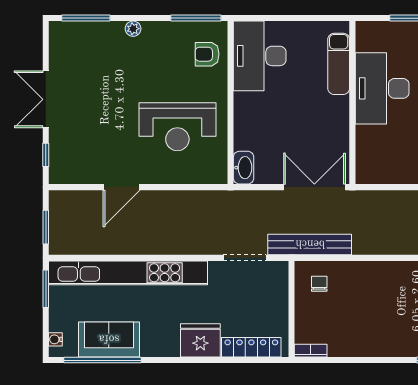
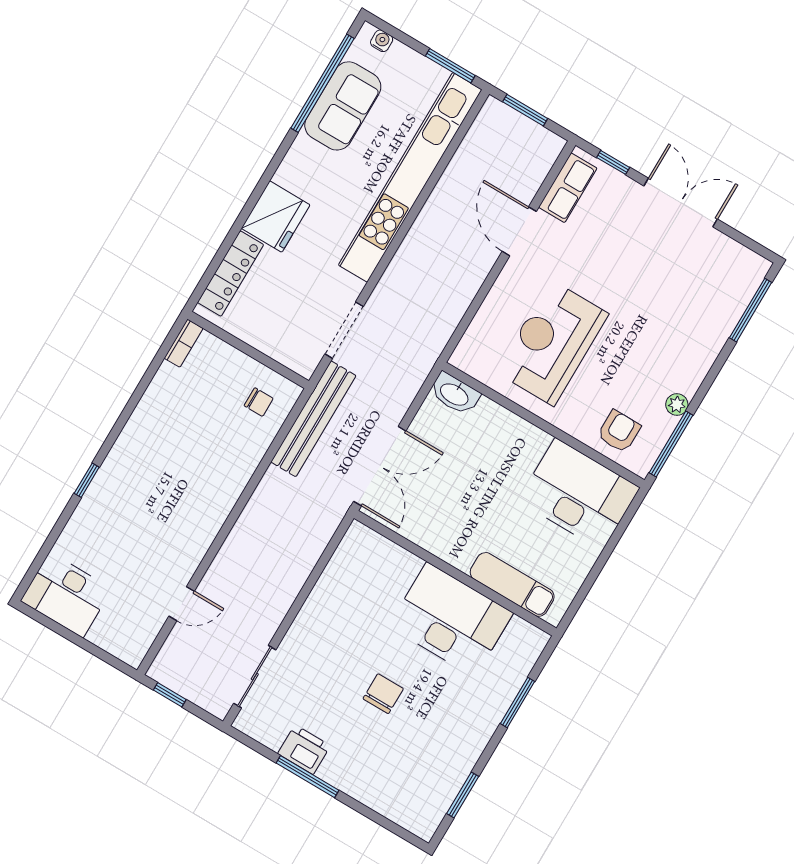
plant: (133, 29) -> (677, 405), moved
row of seats: (77, 173) -> (568, 188), added

